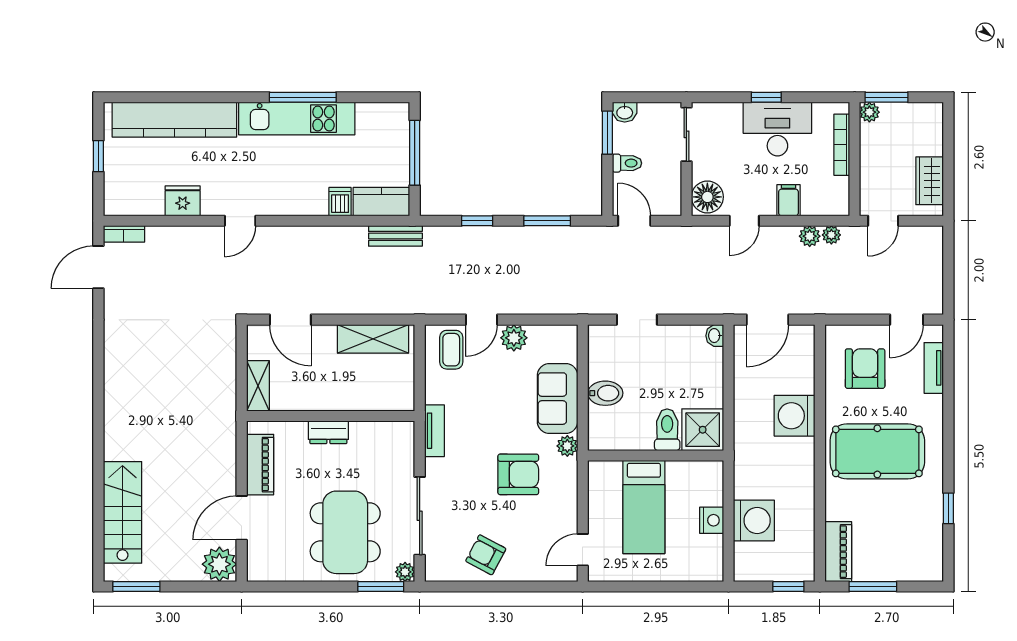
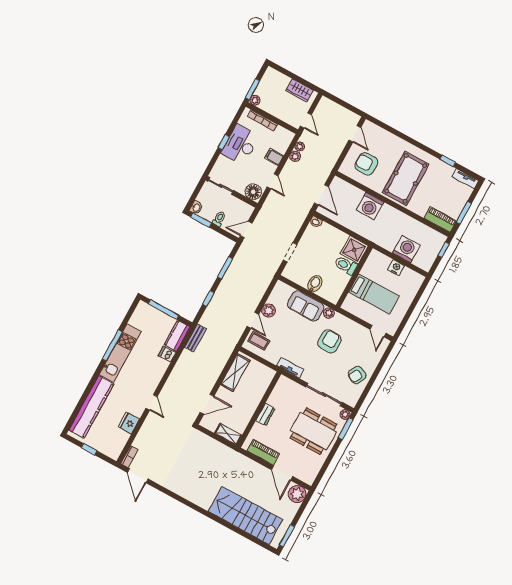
tv unit: (934, 368) -> (465, 179), moved
stairs: (122, 512) -> (245, 515), width x1.36, depth x1.51

